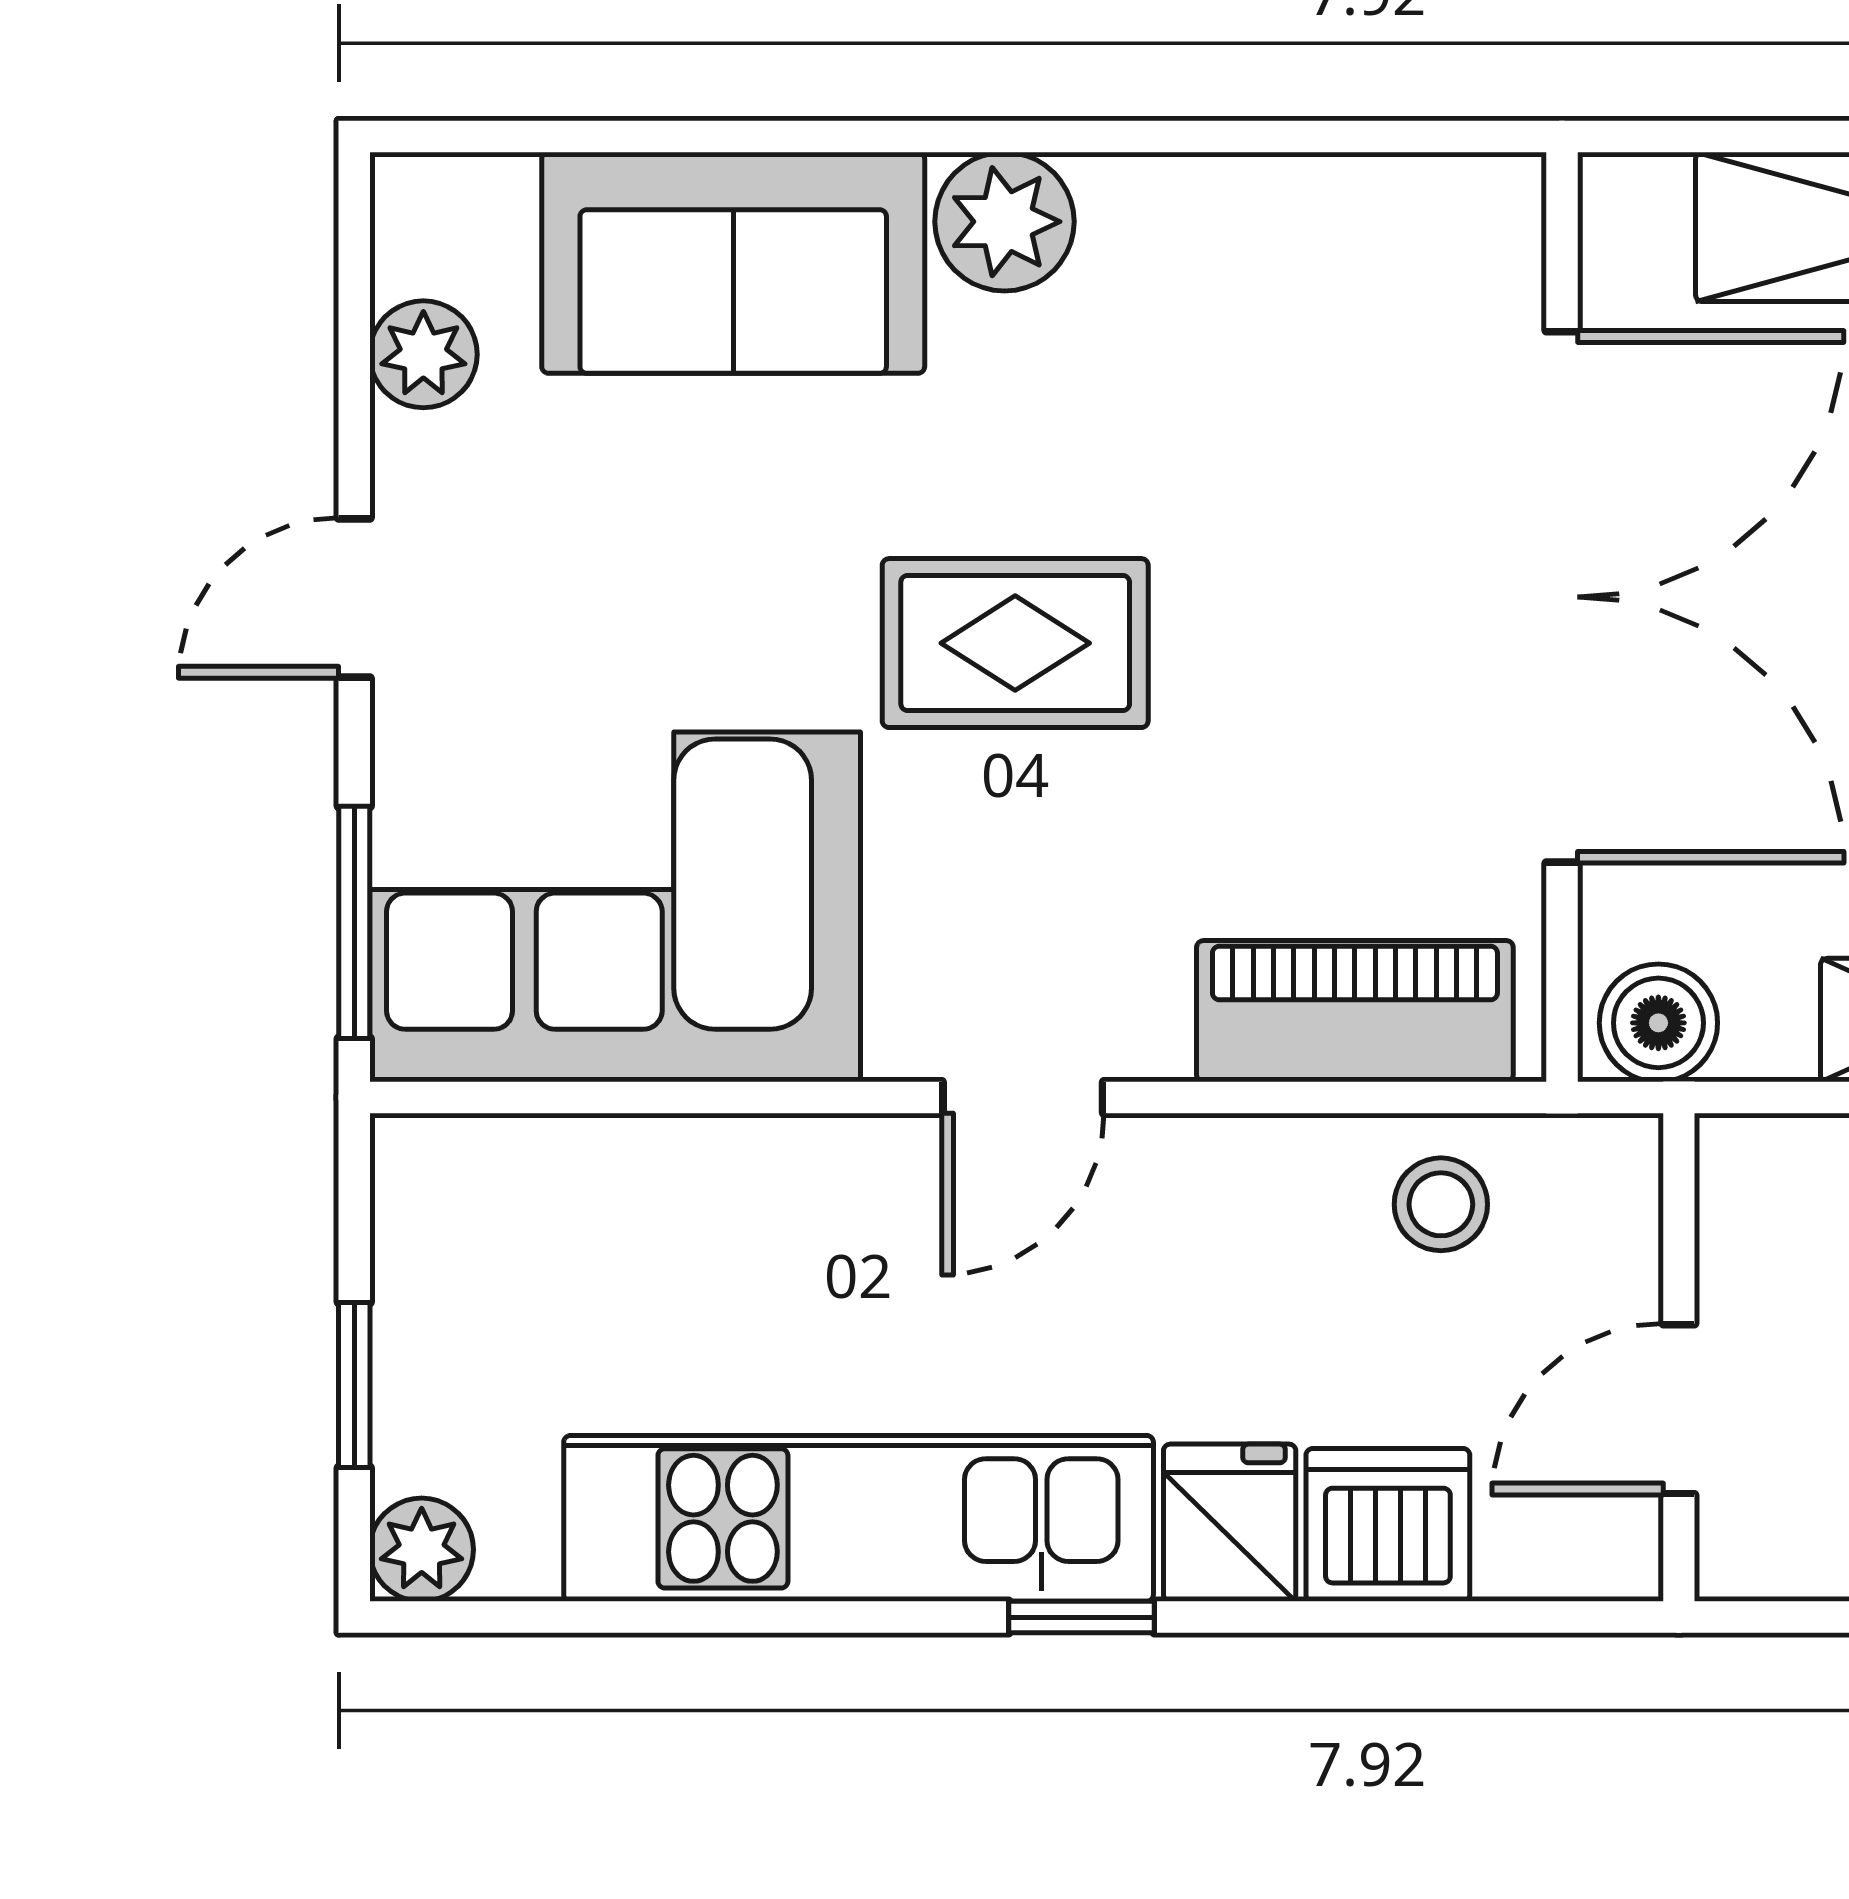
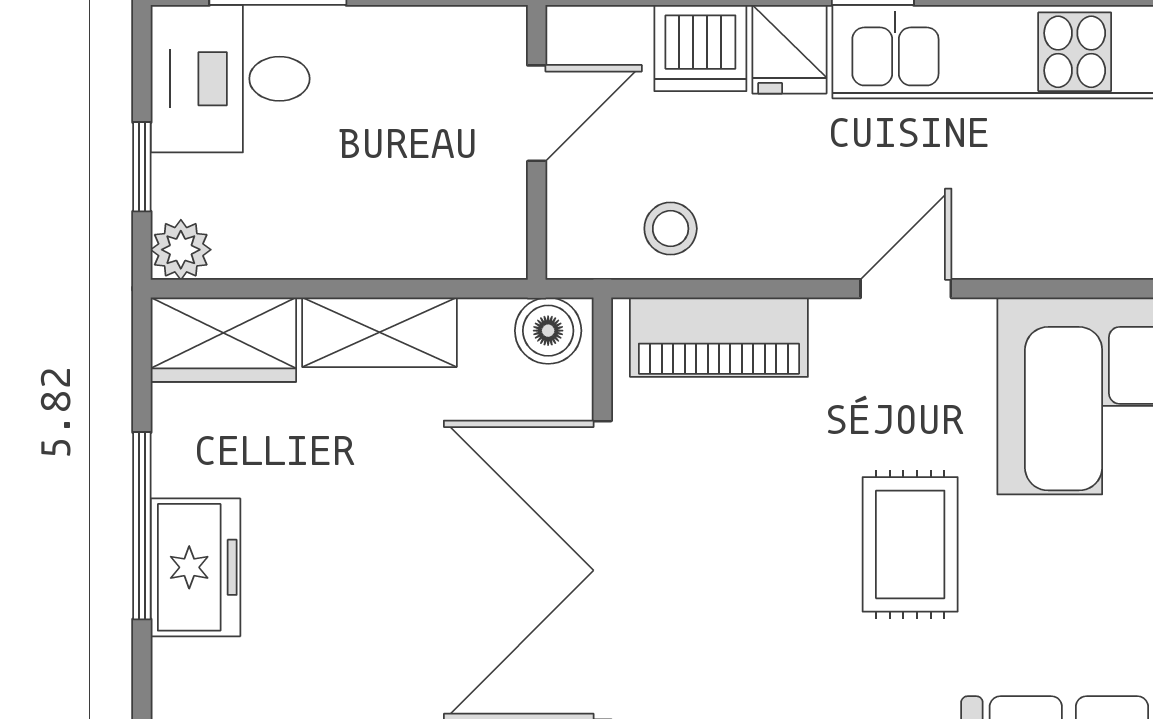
rug: (1015, 643) -> (910, 544), turned 90

